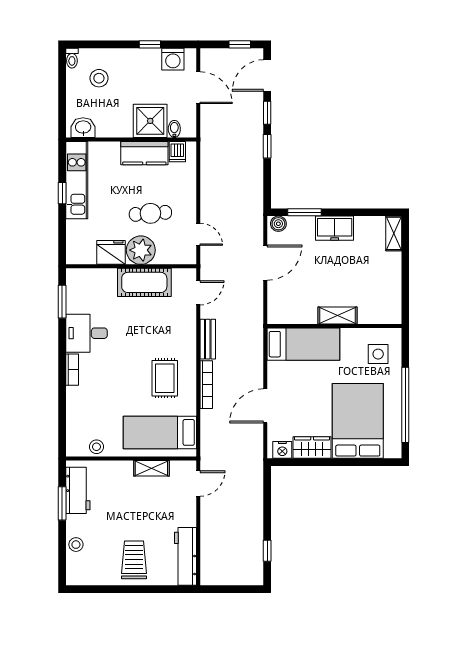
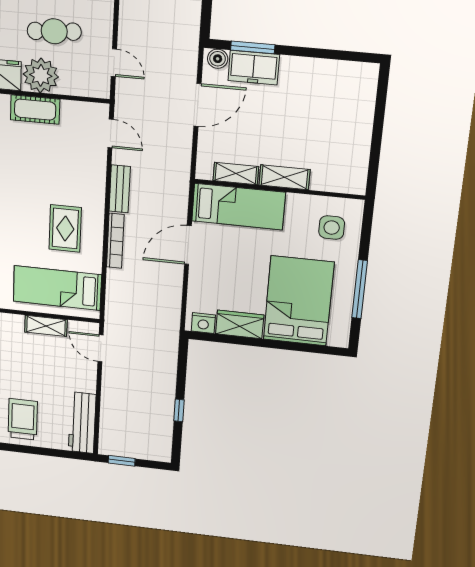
freezer: (335, 228) -> (254, 68), moved
shelving: (394, 233) -> (236, 174), moved, turned 90
cot: (144, 282) -> (35, 110), width x0.73, depth x0.75
door: (198, 293) -> (111, 133), hinge flipped
window: (405, 405) -> (360, 289), width x0.68
door: (265, 406) -> (188, 245), moved
door: (198, 484) -> (100, 348), swing flipped
window: (267, 551) -> (179, 410), moved
window: (221, 589) -> (122, 461), added

